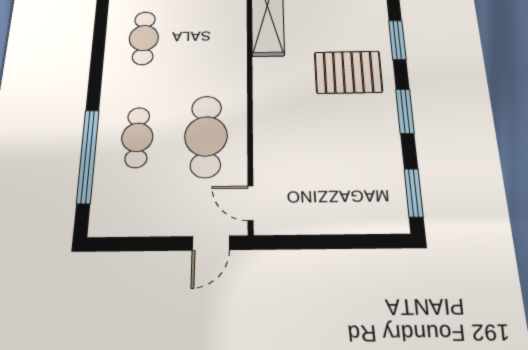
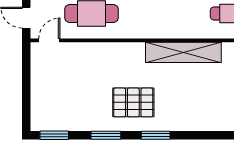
pallet: (348, 72) -> (133, 102), turned 90

